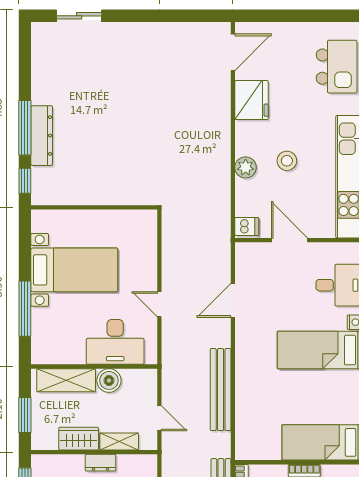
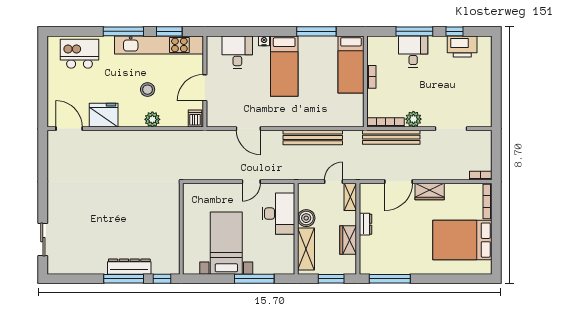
shelving: (119, 441) -> (350, 197), moved

